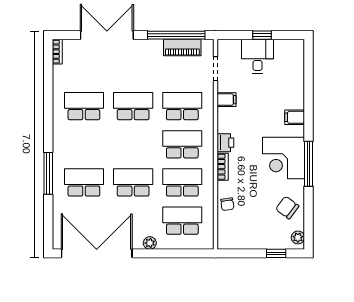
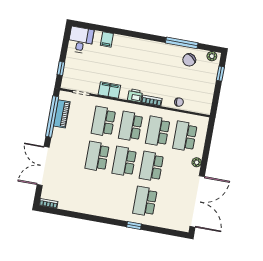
window: (262, 35) -> (61, 68), moved
desk: (258, 56) -> (81, 40), moved, turned 90
filing cabinet: (227, 100) -> (109, 90), width x2.00
school desk: (84, 106) -> (124, 161), moved
filing cabinet: (295, 117) -> (107, 39), moved
corner desk: (284, 158) -> (153, 56), removed
window: (309, 164) -> (182, 43), moved
window: (48, 173) -> (134, 226), width x0.46
double door: (97, 253) -> (197, 201), swing flipped

